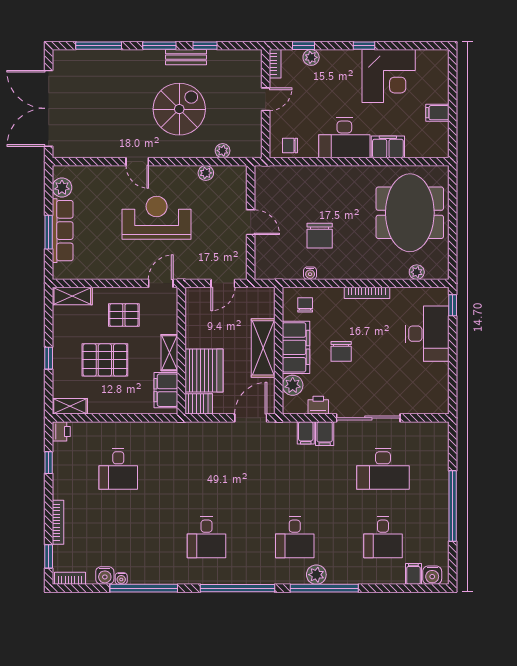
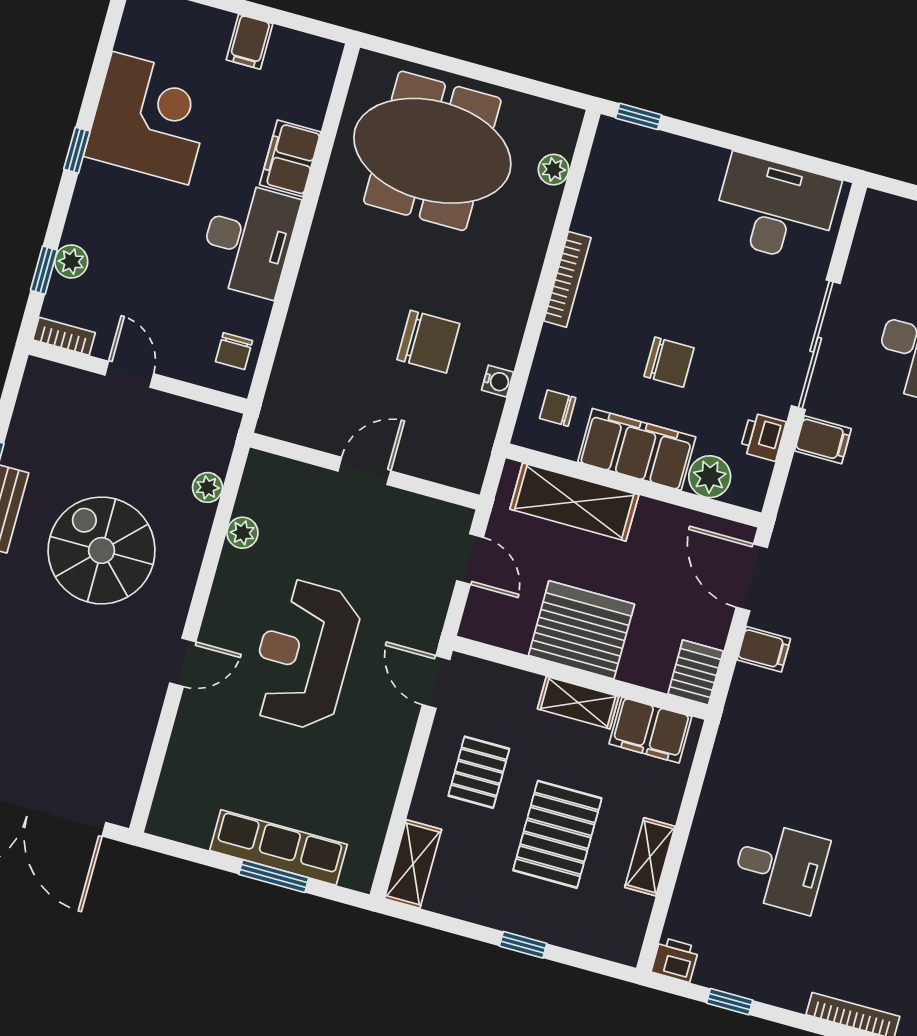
plant: (62, 188) -> (193, 825), removed
desk: (427, 334) -> (776, 209), moved
shelving: (263, 348) -> (574, 502), moved
server rack: (204, 371) -> (581, 630), moved
shelving: (70, 406) -> (650, 857), moved
filing cabinet: (306, 433) -> (764, 649), moved

